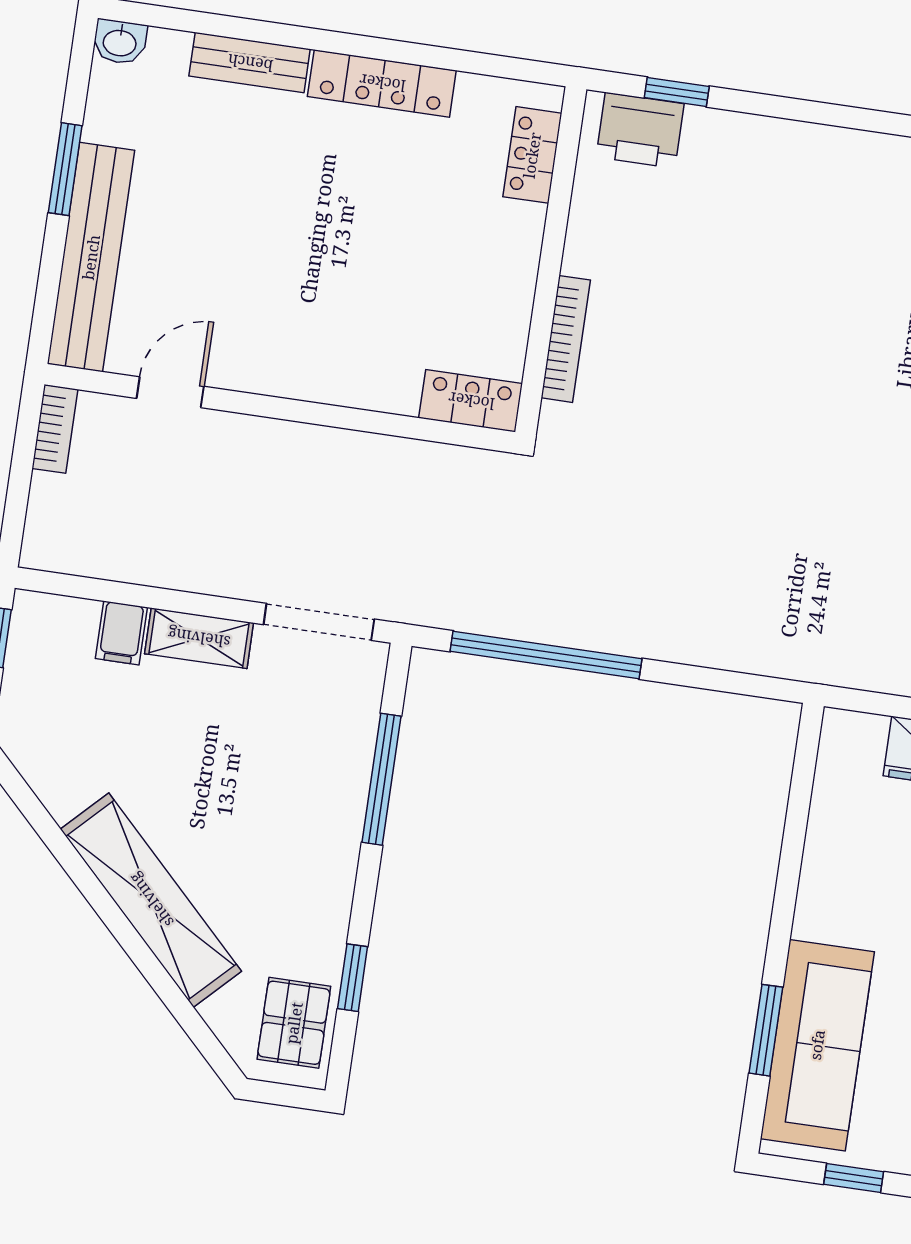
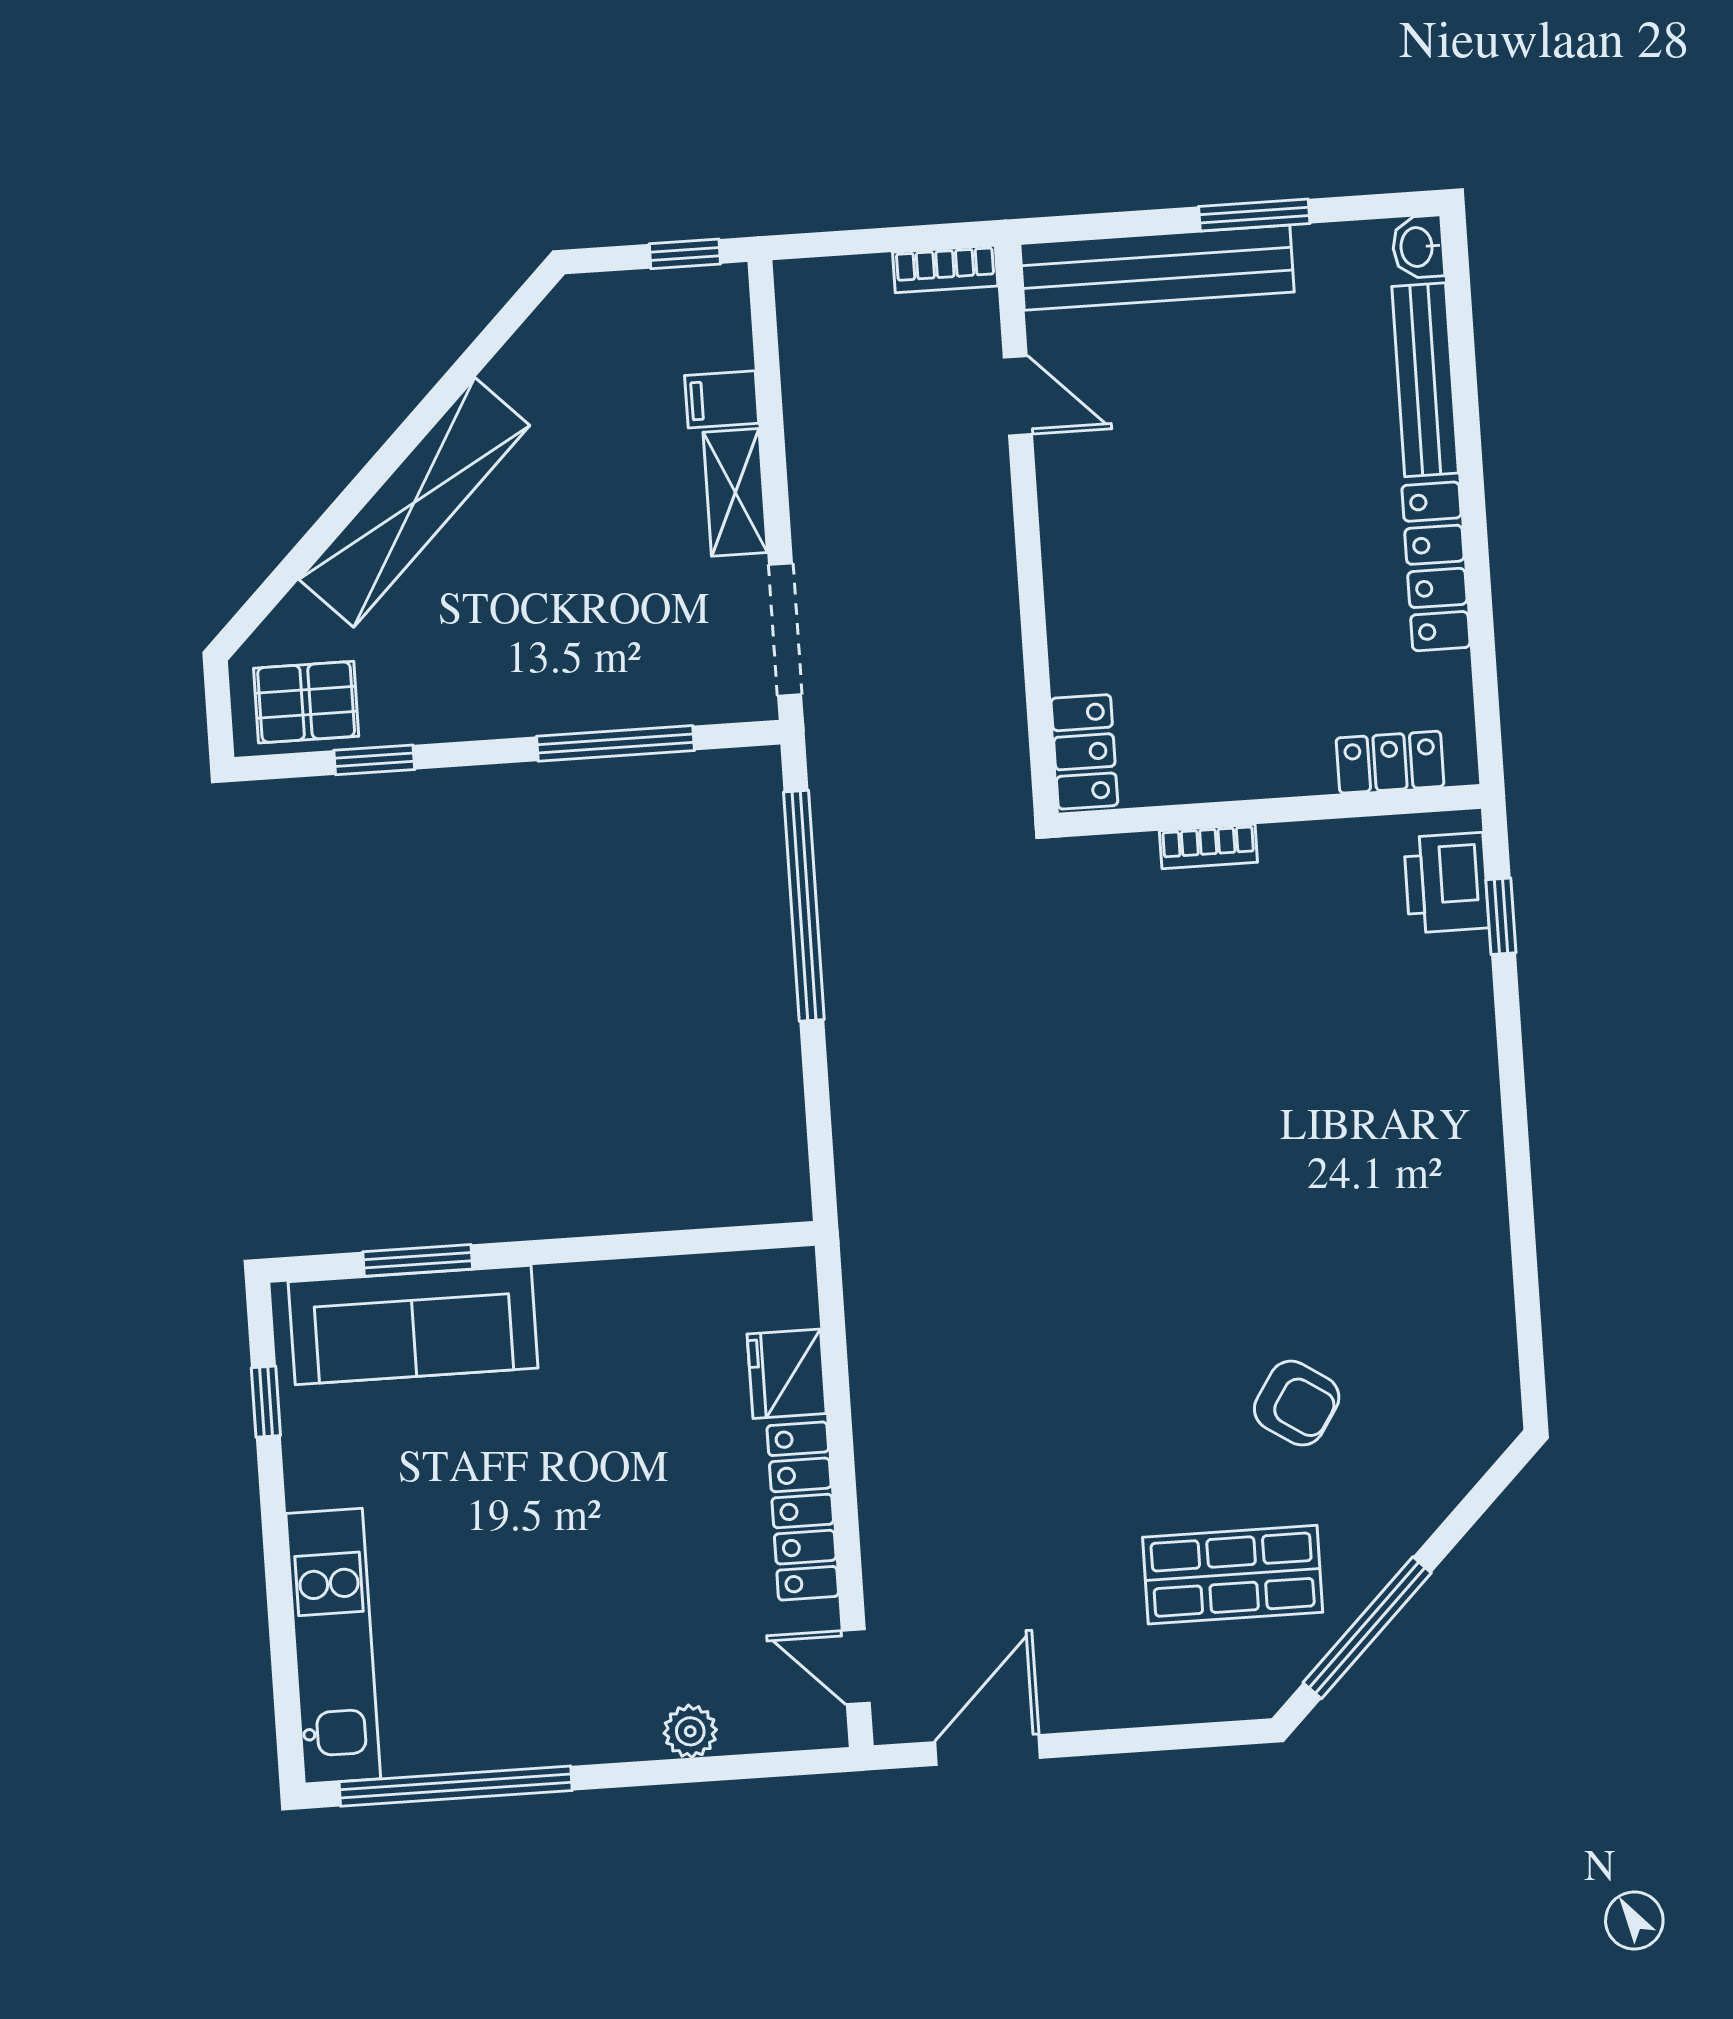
bench: (250, 63) -> (1425, 380), width x1.36
bookcase: (566, 339) -> (1208, 846), width x0.64

